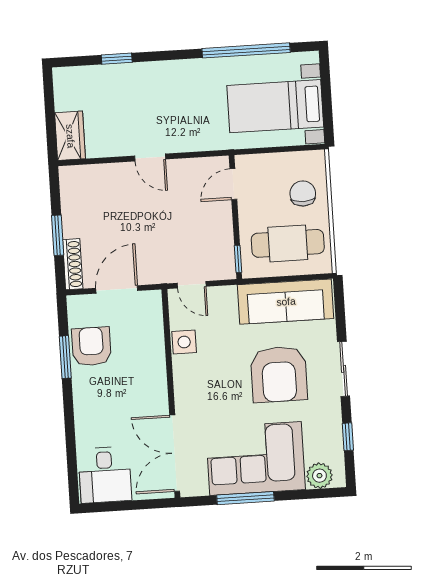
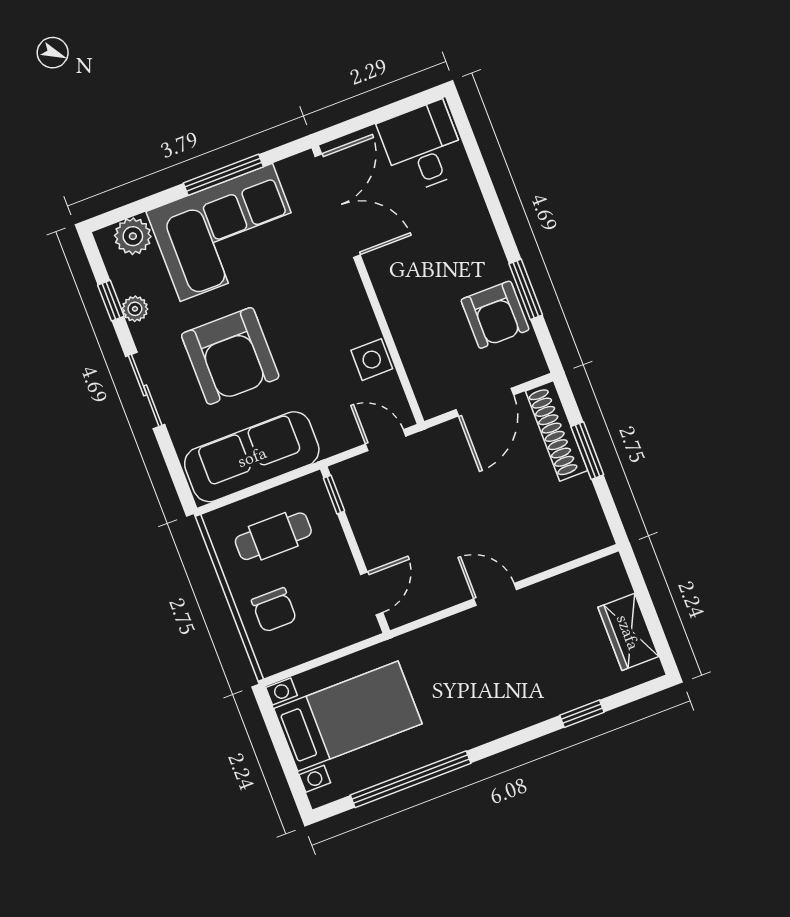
wardrobe: (70, 136) -> (628, 632), moved
cafe table: (288, 243) -> (273, 536), width x0.73, depth x0.74
shoe rack: (73, 264) -> (557, 431), width x1.36, depth x1.24
armchair: (279, 374) -> (230, 356), turned 180
plant: (333, 426) -> (135, 309), added

